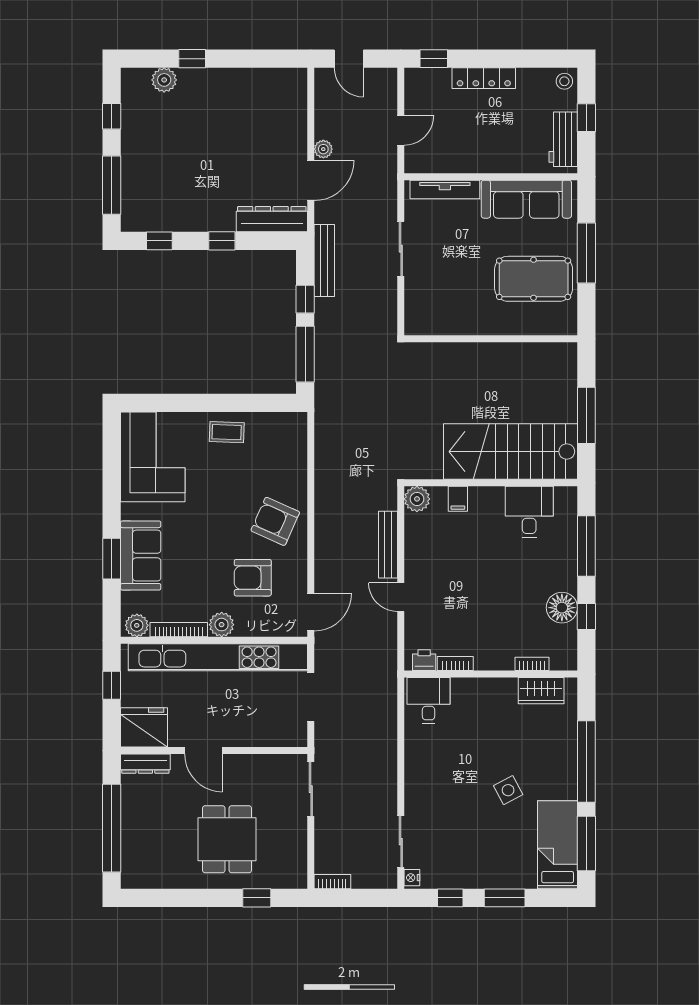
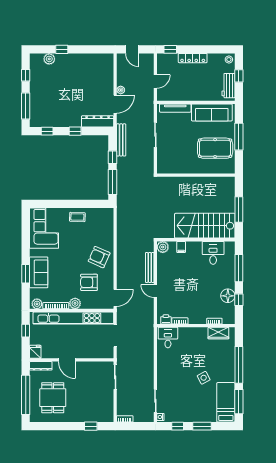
fridge: (144, 727) -> (35, 352), width x0.53, depth x0.75
dining table: (227, 839) -> (53, 398), moved

